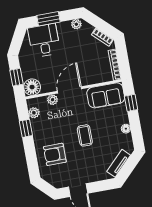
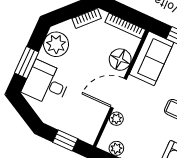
plant: (76, 24) -> (56, 44), width x1.88, depth x1.88
floor lamp: (32, 87) -> (120, 60), moved
door: (69, 90) -> (119, 93), hinge flipped

